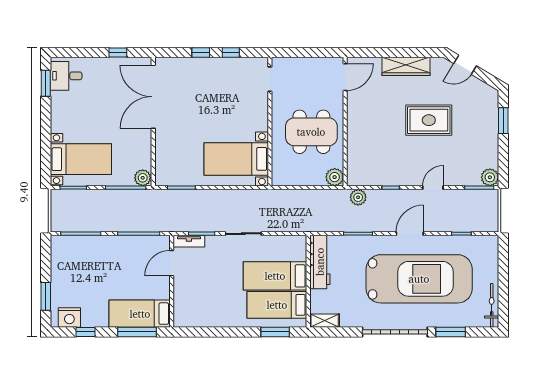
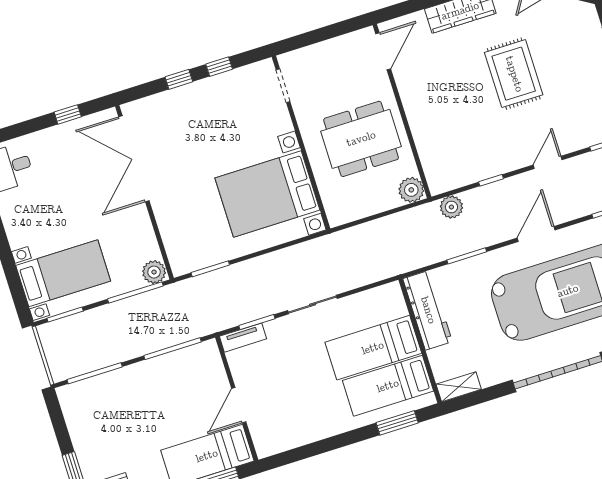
rug: (429, 120) -> (514, 74), turned 90
bed with nightstands: (236, 159) -> (267, 194), width x1.36
door: (172, 263) -> (239, 405), moved

